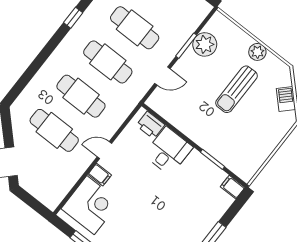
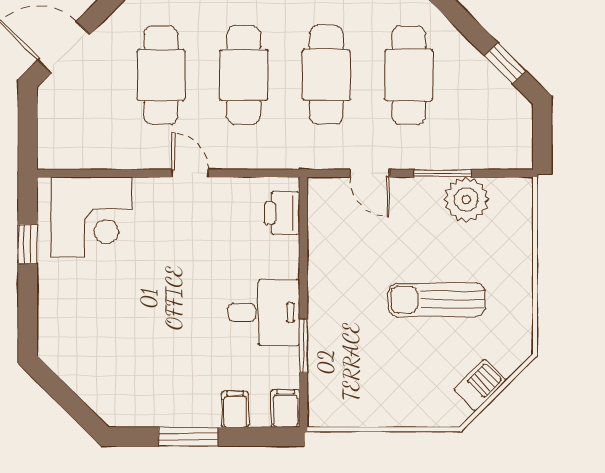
plant: (257, 52) -> (517, 287), removed
desk: (168, 151) -> (264, 313), moved
filing cabinet: (100, 175) -> (235, 409), moved, turned 180

